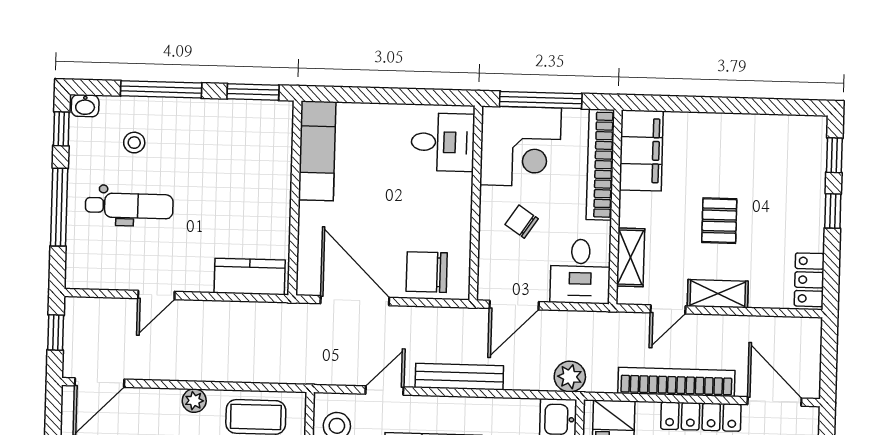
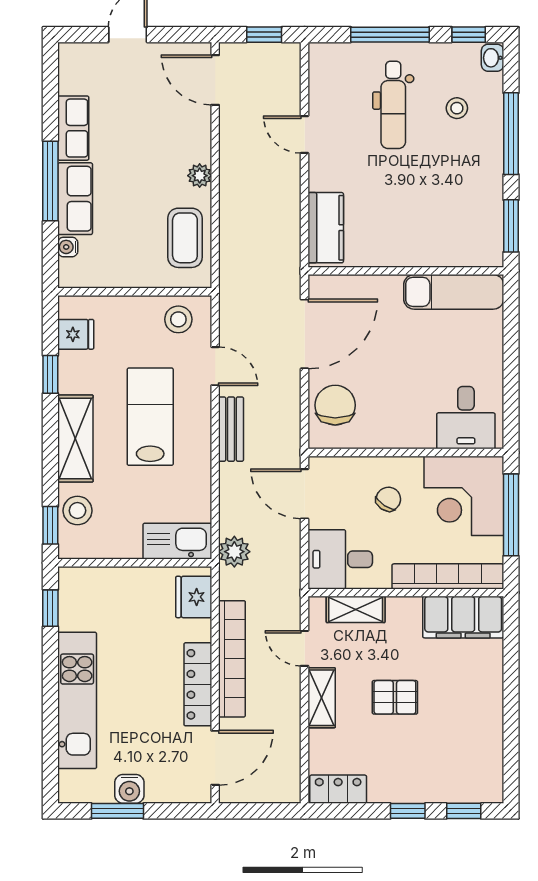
bench: (459, 377) -> (231, 429), width x0.73

